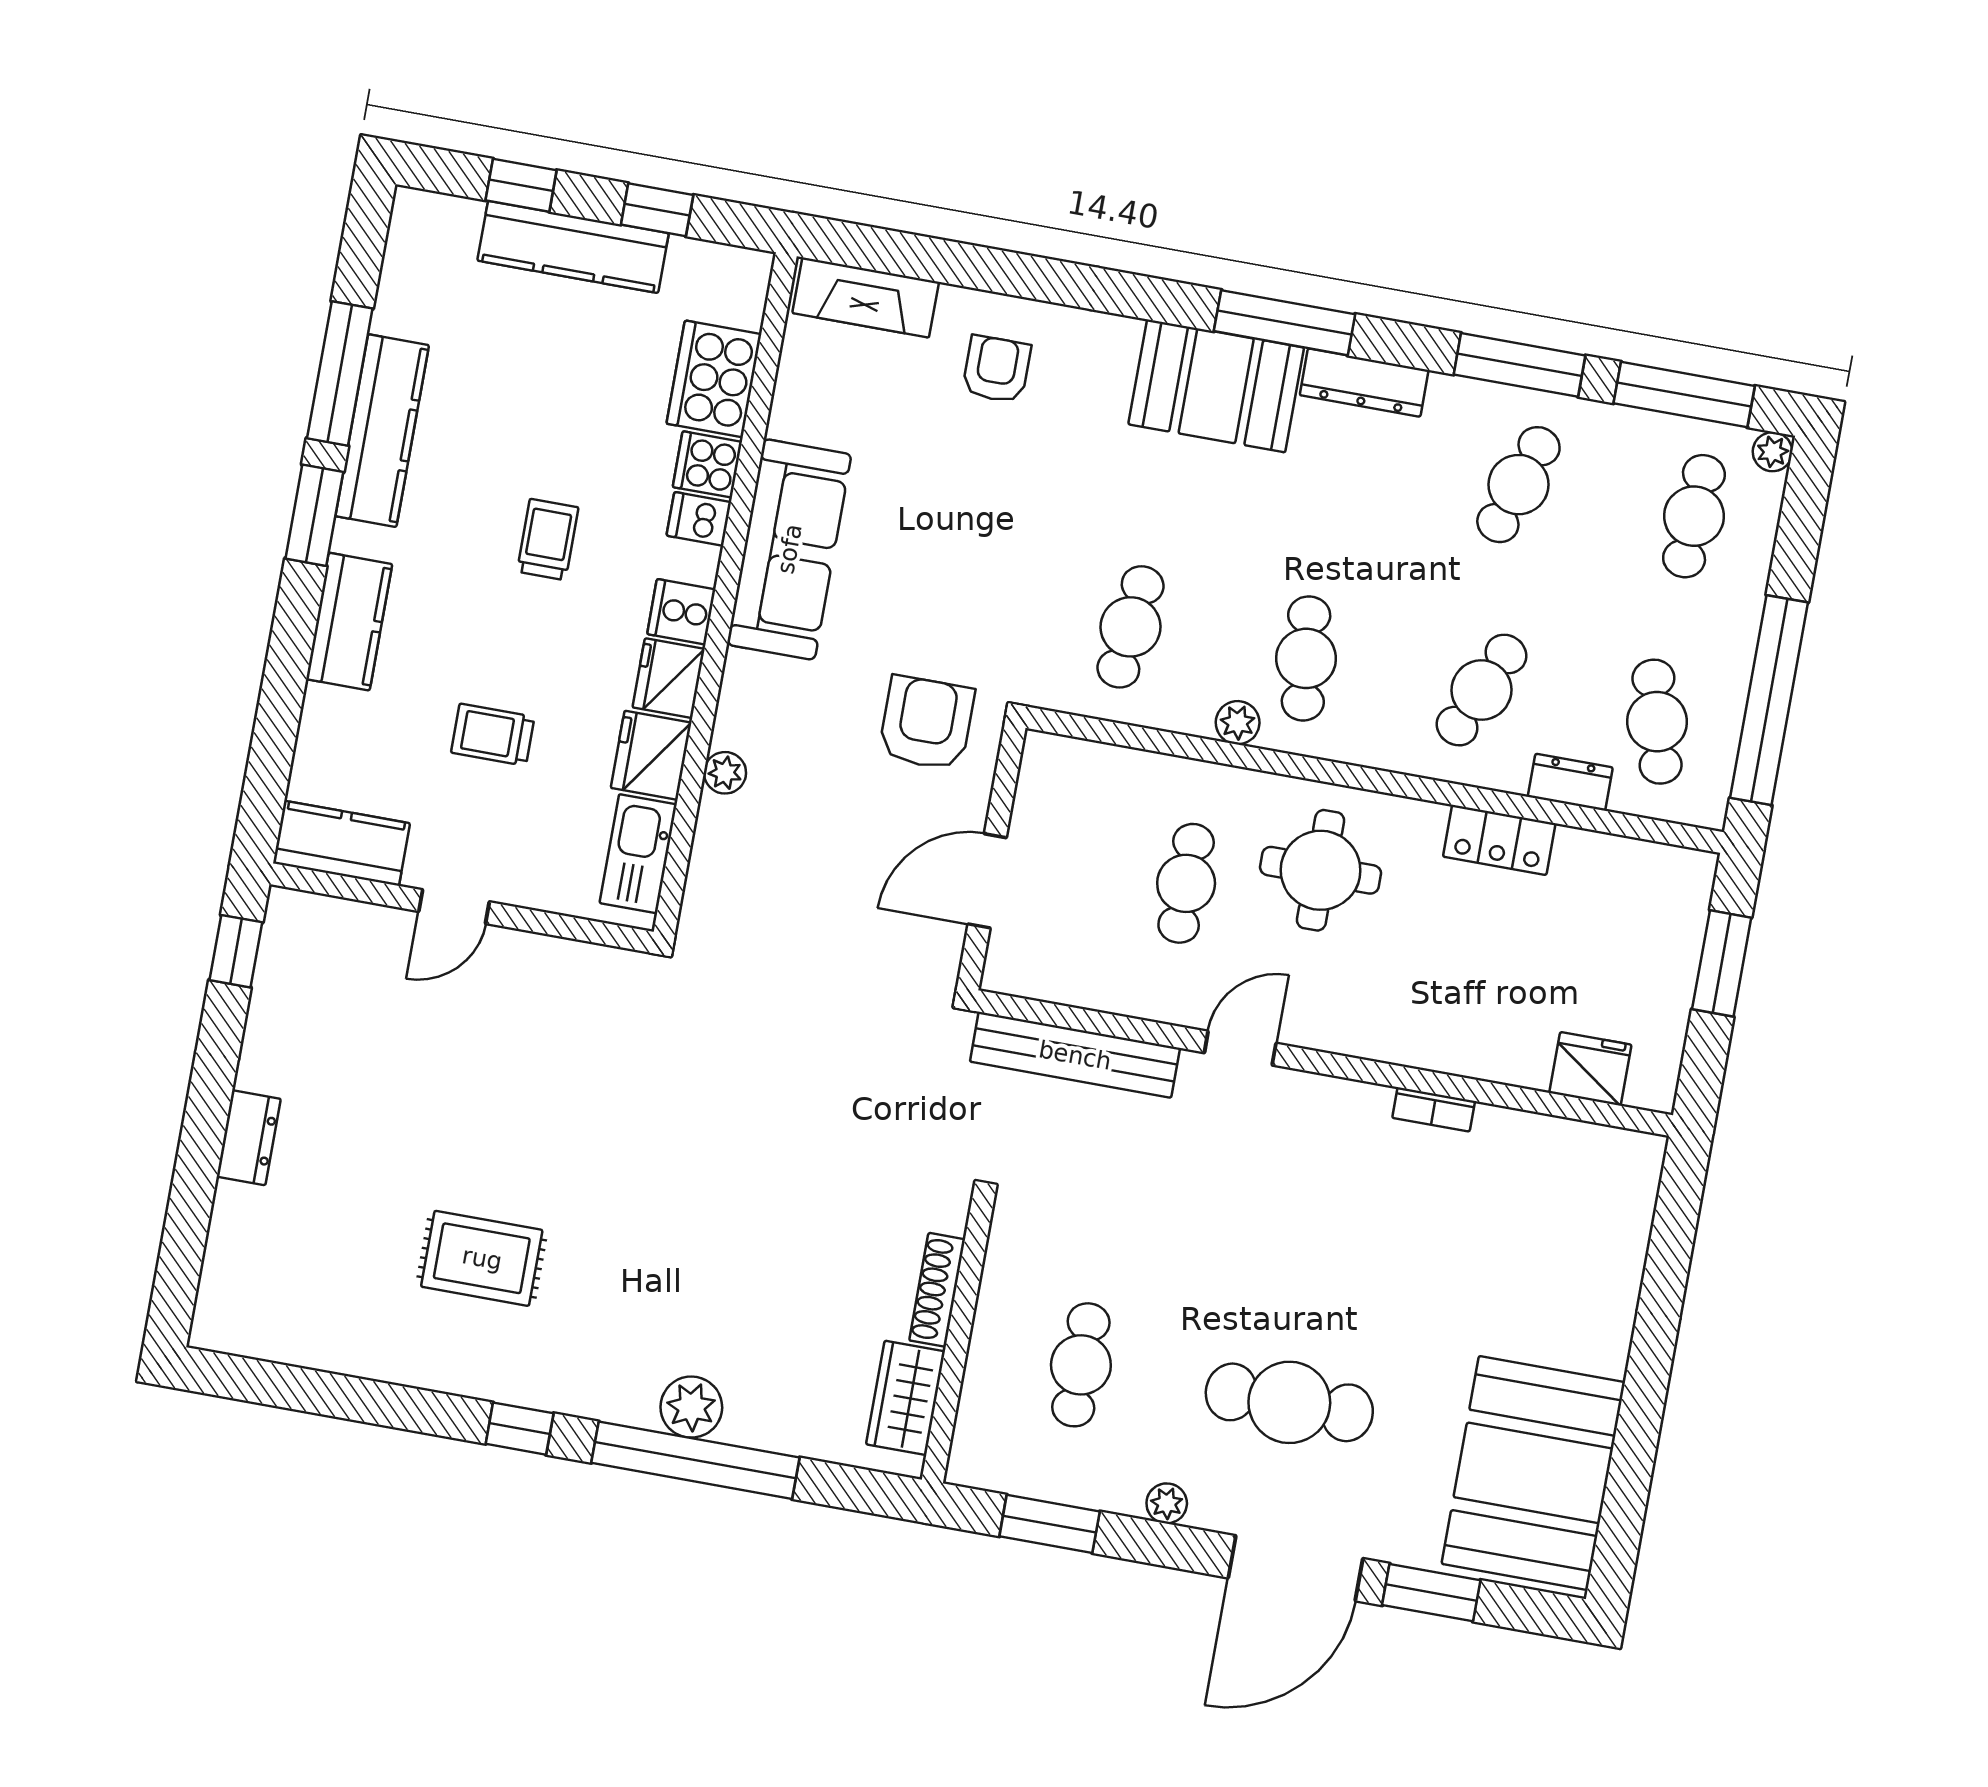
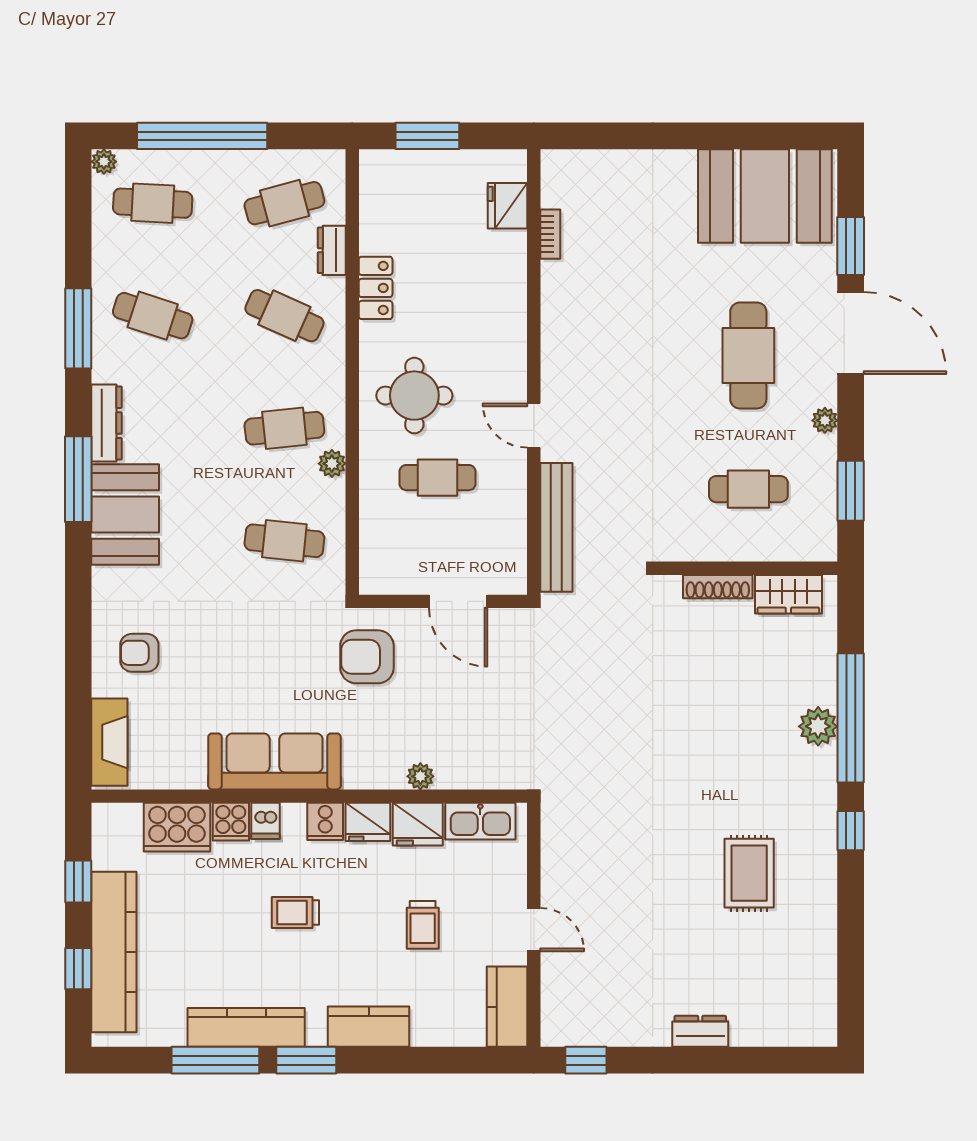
kitchen counter: (573, 247) -> (114, 952), width x1.39, depth x1.17
window: (1684, 395) -> (78, 223), removed
window: (1769, 700) -> (202, 136), moved
bookcase: (1434, 1109) -> (550, 234), moved

